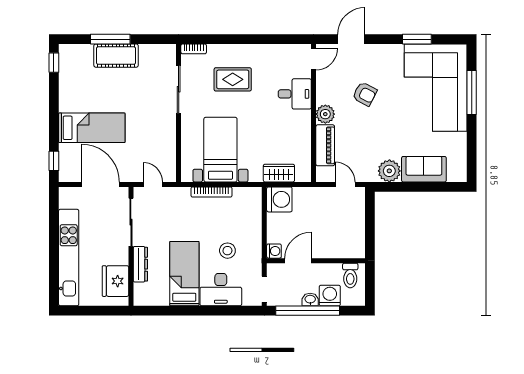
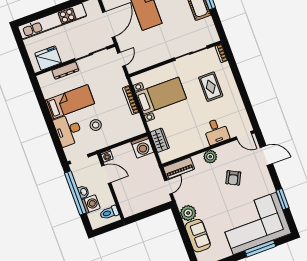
piano: (325, 145) -> (179, 168), moved

